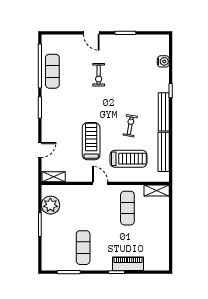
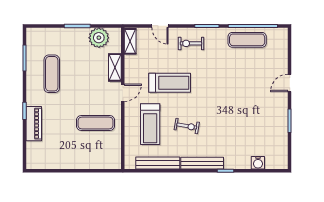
exercise bike: (99, 75) -> (191, 43), moved
shelving: (157, 191) -> (115, 67), moved
exercise mat: (83, 248) -> (52, 74), turned 90

